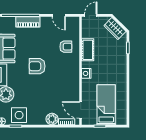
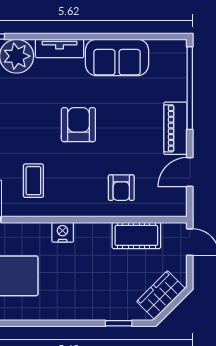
piano: (28, 22) -> (175, 128), moved
cot: (88, 50) -> (136, 235), moved
coffee table: (63, 87) -> (33, 181), added

